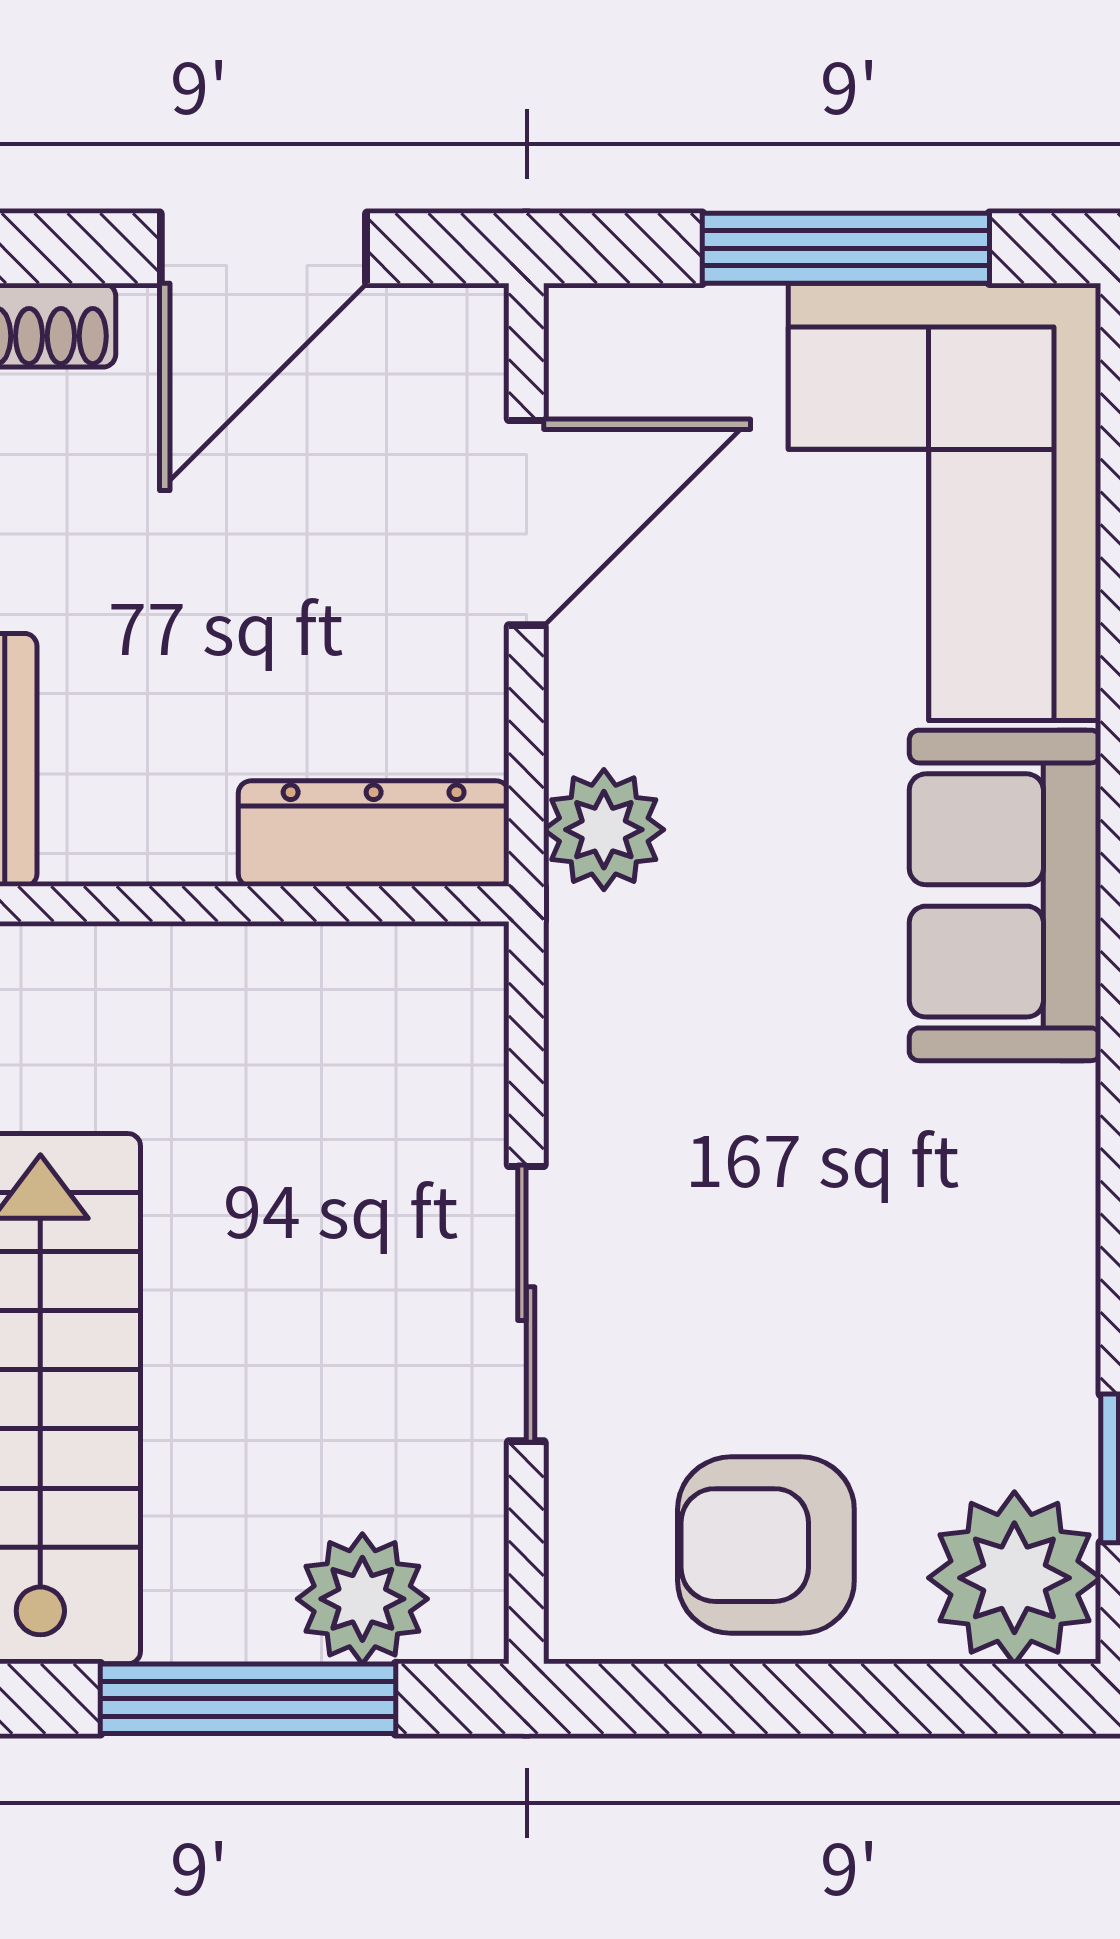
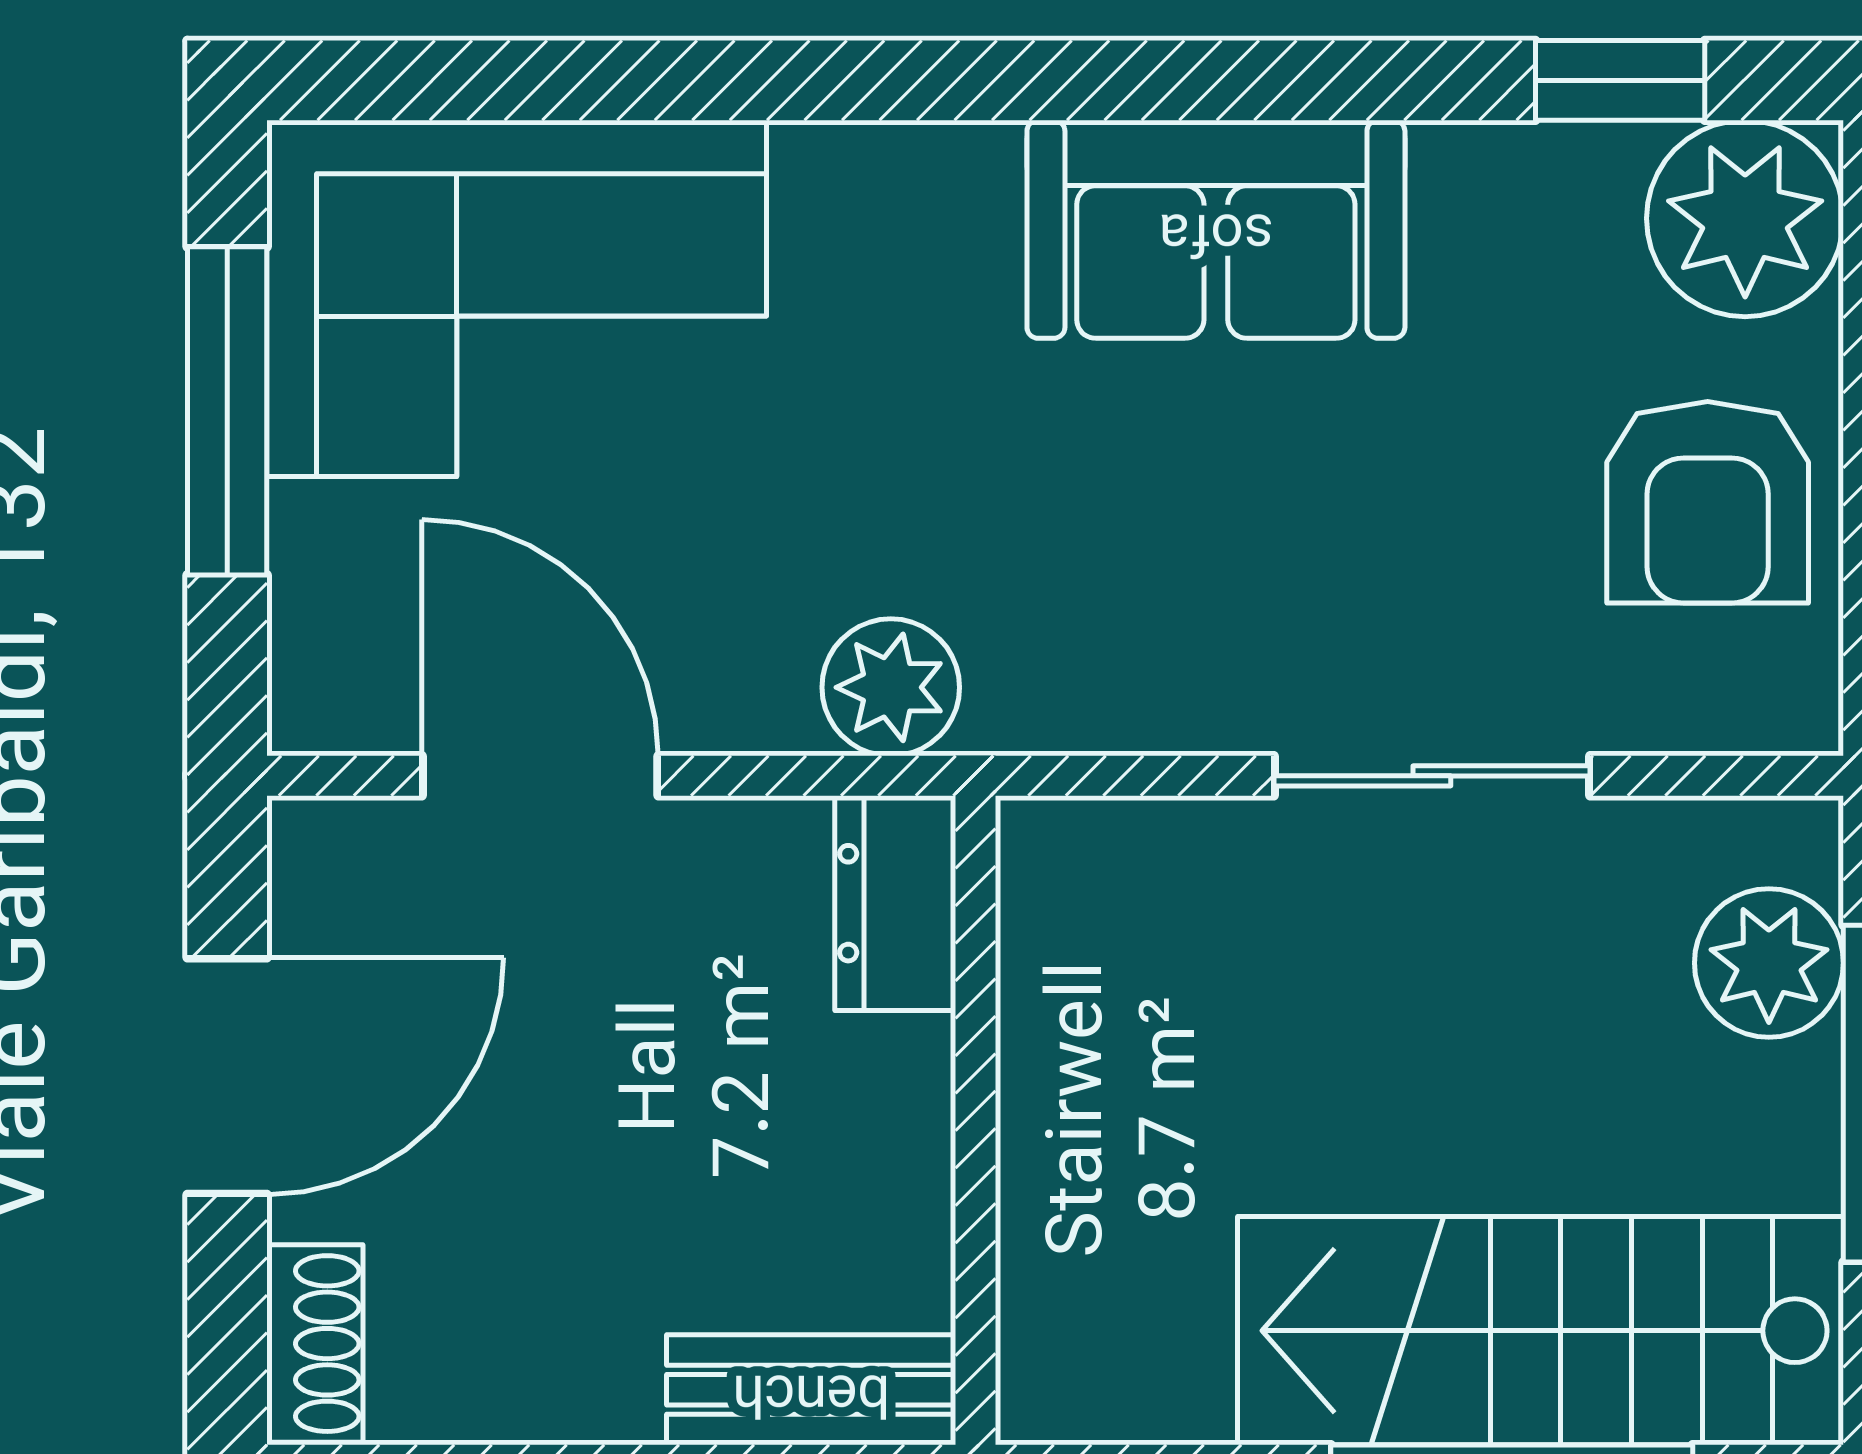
door: (263, 248) -> (227, 1076), hinge flipped
dresser: (374, 834) -> (895, 903), width x0.70
sofa: (1005, 895) -> (1216, 229), moved

